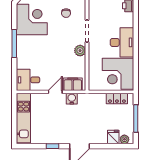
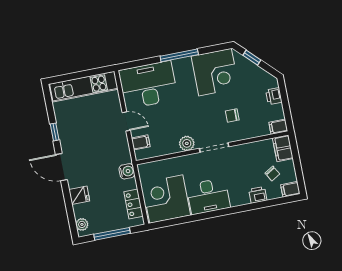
desk: (28, 80) -> (148, 85), width x1.87, depth x1.30
filing cabinet: (73, 84) -> (141, 142), width x0.50
water cooler: (72, 99) -> (127, 171), moved
fridge: (113, 137) -> (79, 195), moved

